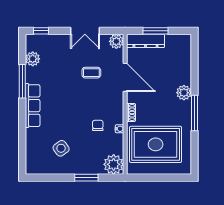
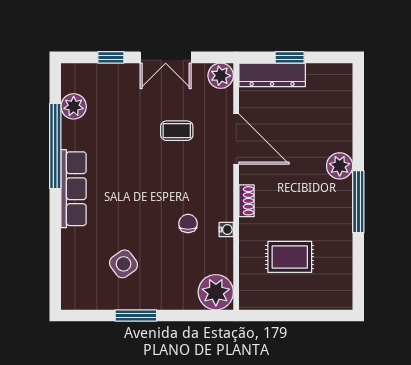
window: (41, 31) -> (111, 57), moved
window: (155, 31) -> (290, 57), width x0.67
window: (22, 81) -> (55, 146), width x1.46
rug: (156, 144) -> (290, 257), width x0.54, depth x0.49
window: (86, 178) -> (136, 315), moved

